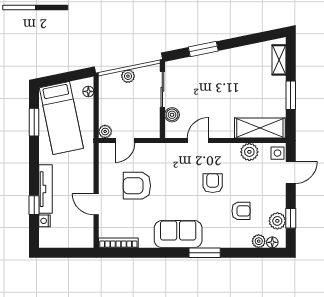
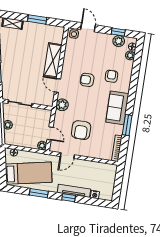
boiler: (172, 115) -> (38, 100), removed
window: (34, 122) -> (39, 193), moved
shelving: (260, 128) -> (53, 60), moved
plant: (249, 152) -> (62, 105), moved
door: (96, 204) -> (67, 156), moved
window: (34, 205) -> (69, 198), moved
armchair: (241, 211) -> (111, 76), moved
window: (205, 253) -> (127, 125), moved

